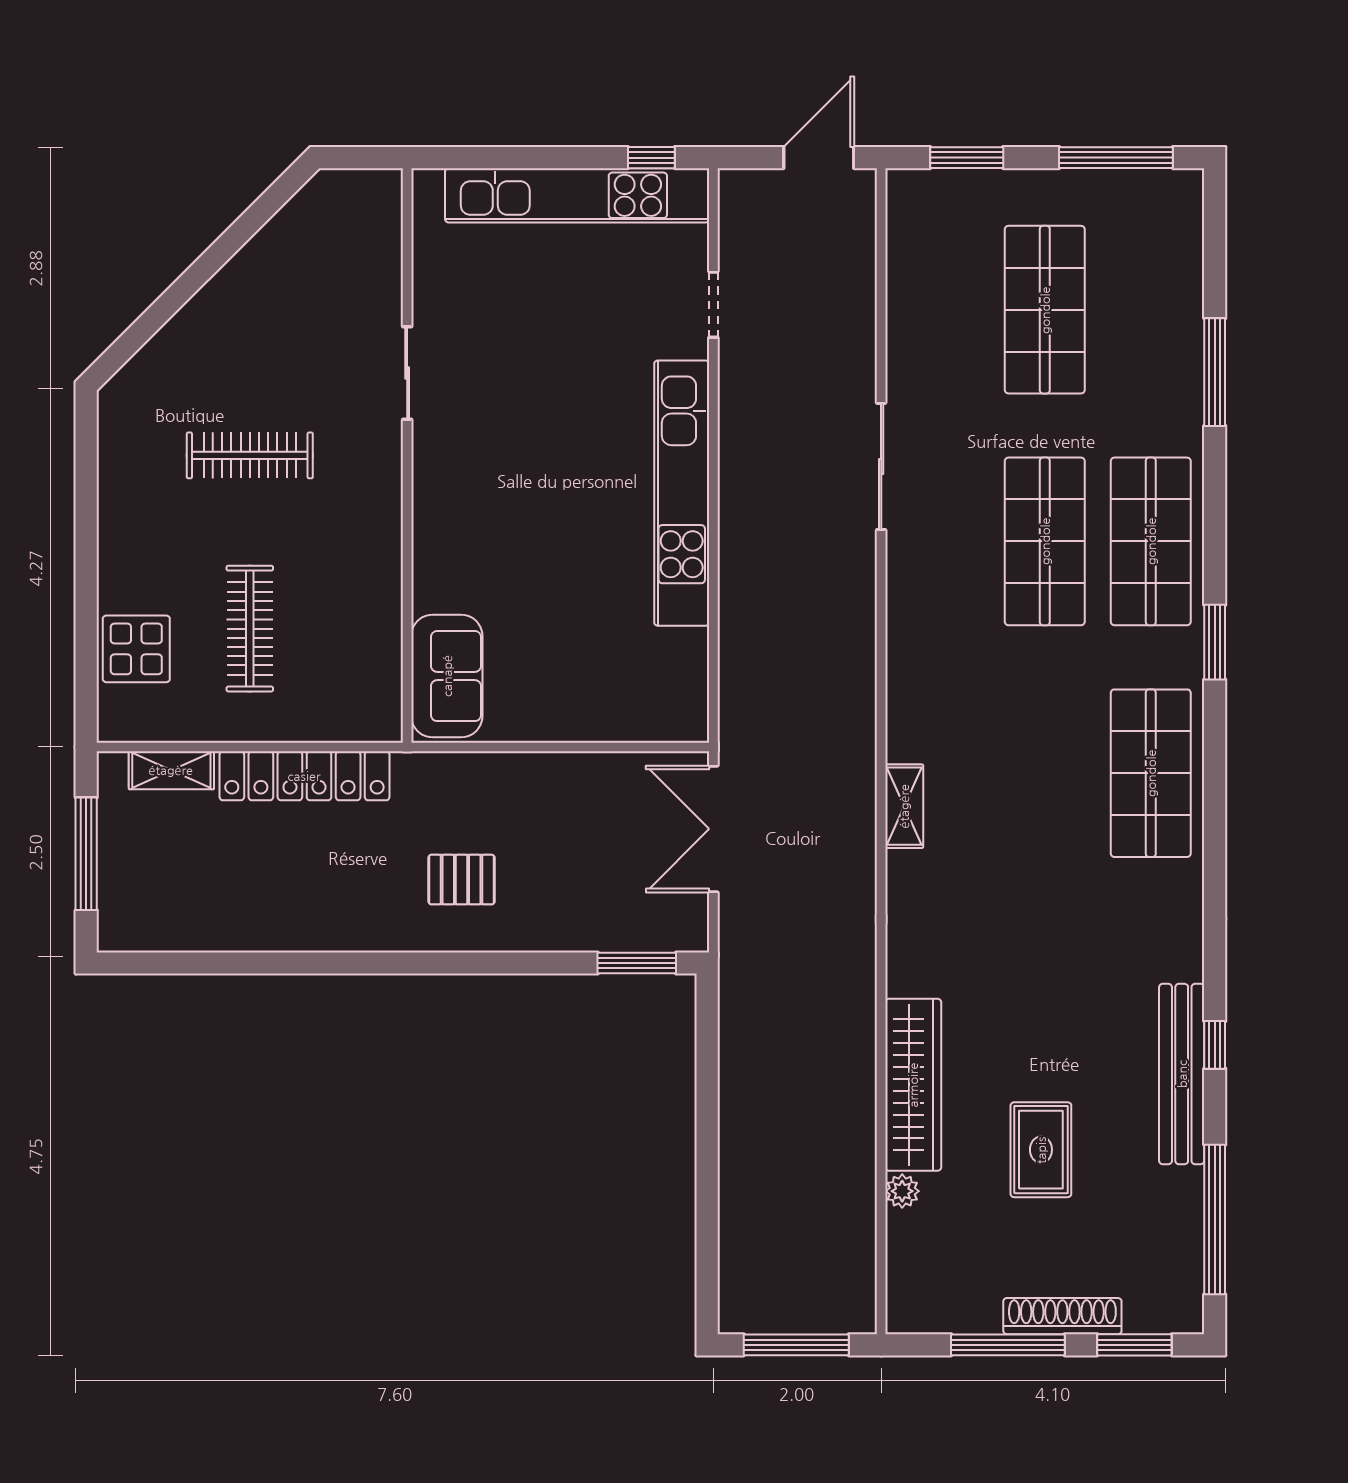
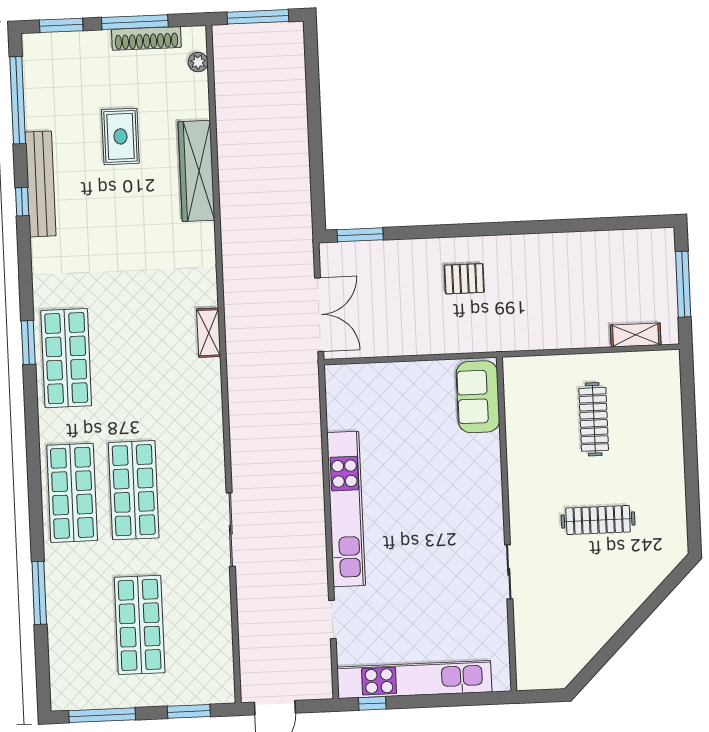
window: (1215, 642) -> (28, 342), moved
display table: (136, 649) -> (659, 405), removed
locker: (304, 776) -> (558, 335), removed
plant: (902, 1191) -> (198, 62), moved
shoe rack: (1062, 1316) -> (146, 38), moved

